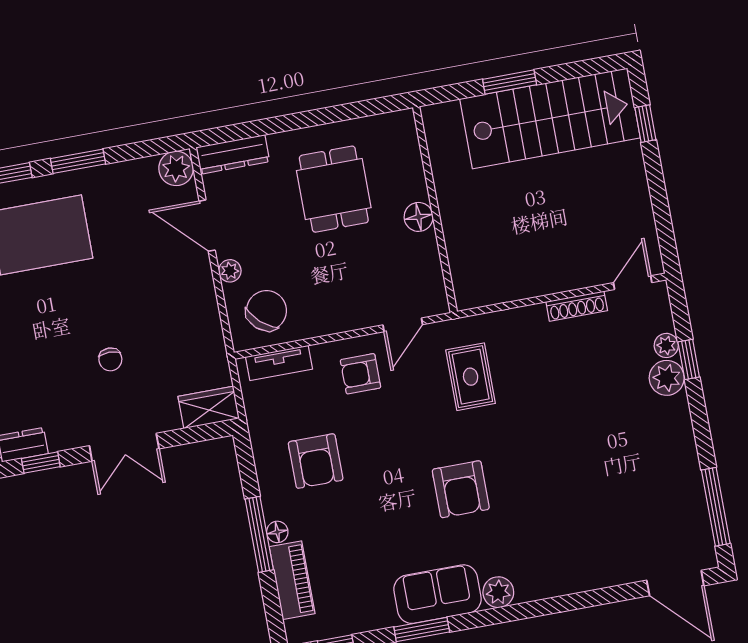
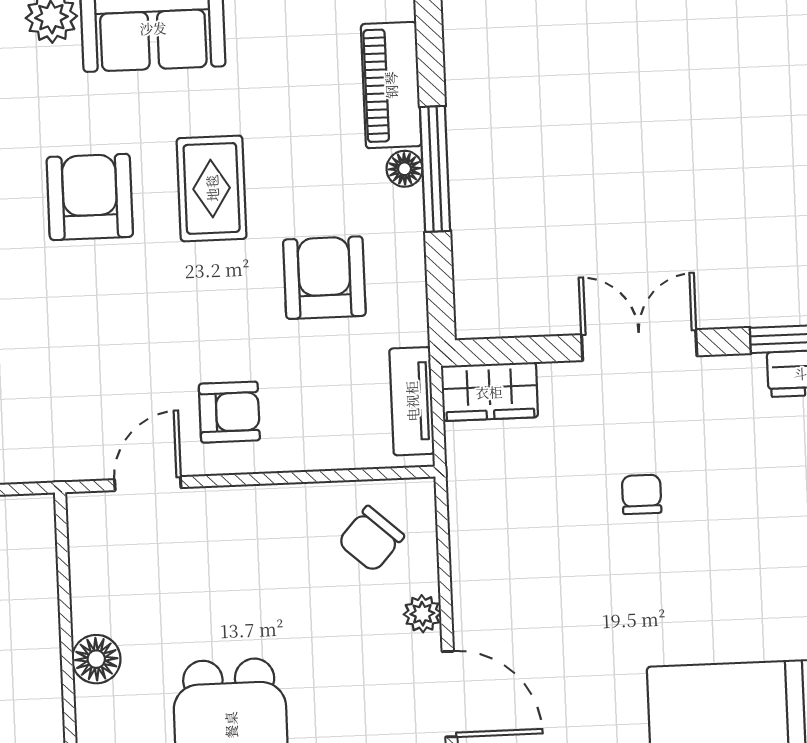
chair: (266, 311) -> (371, 539), width x0.73, depth x0.73
tv unit: (279, 363) -> (412, 401), moved, turned -90
rug: (471, 377) -> (212, 188), moved

